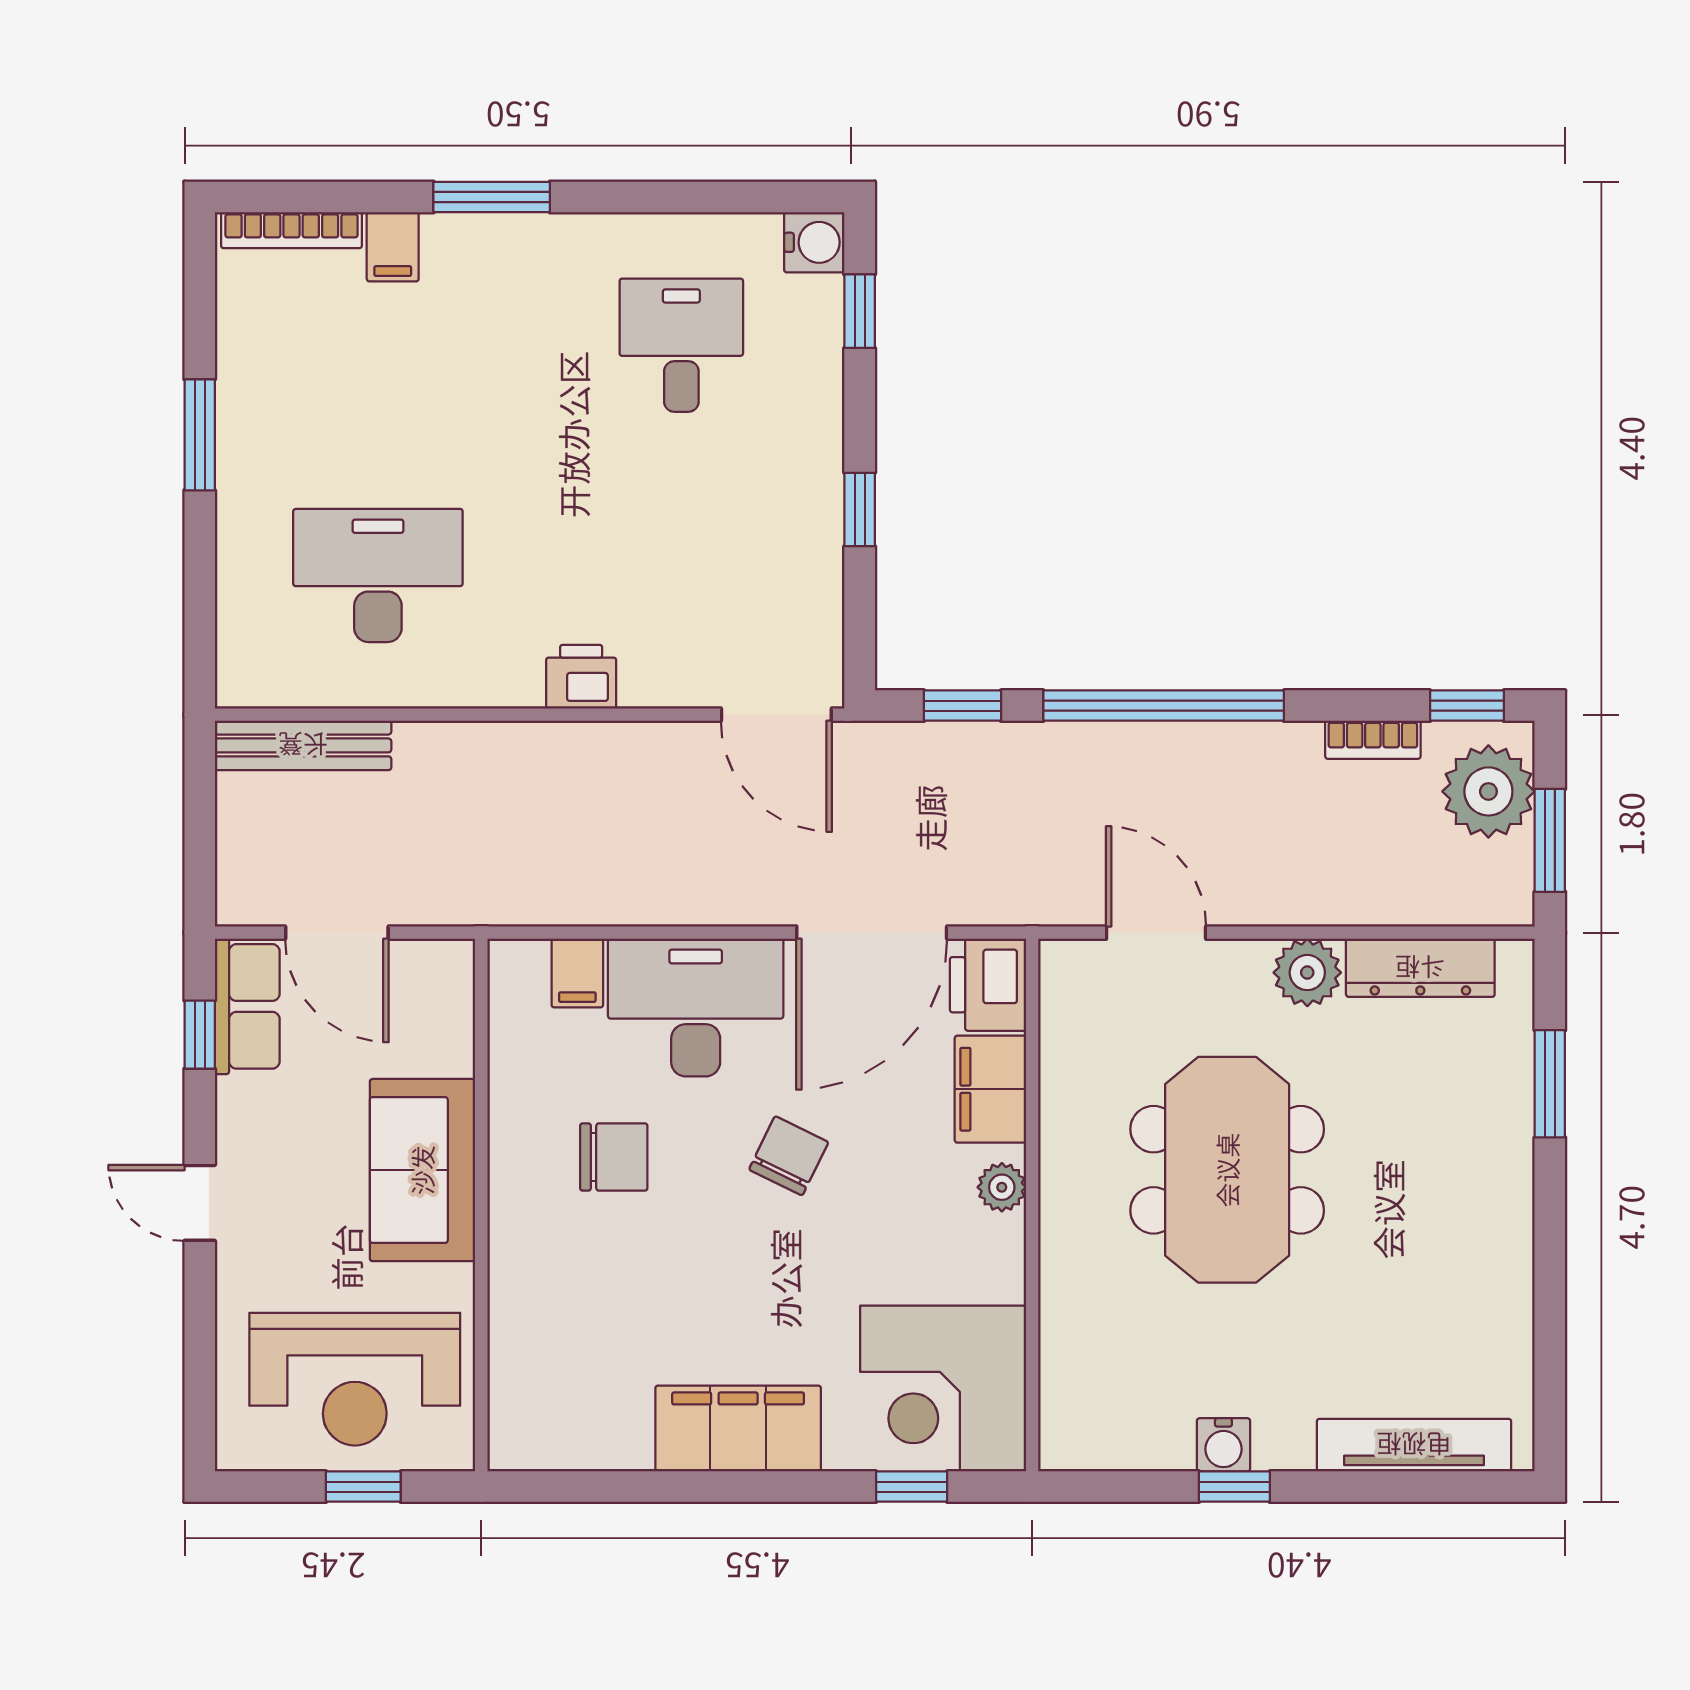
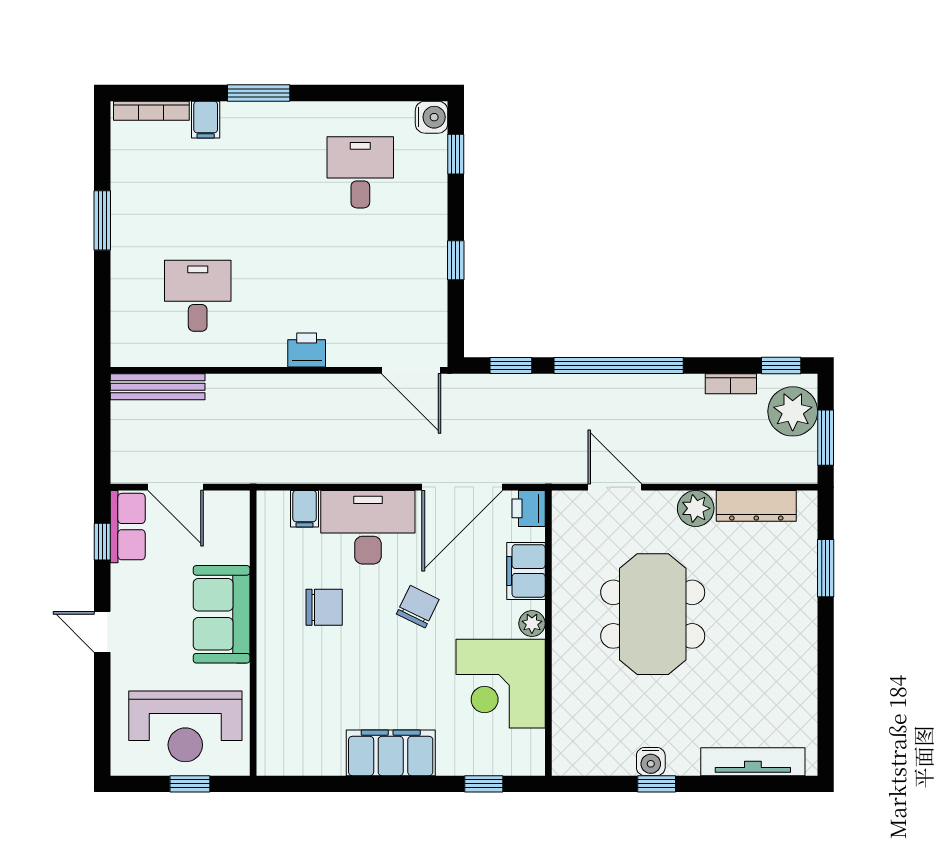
desk: (378, 576) -> (198, 296), width x0.73
printer: (988, 985) -> (529, 508), width x0.73, depth x0.81
corner desk: (943, 1388) -> (501, 684), moved

